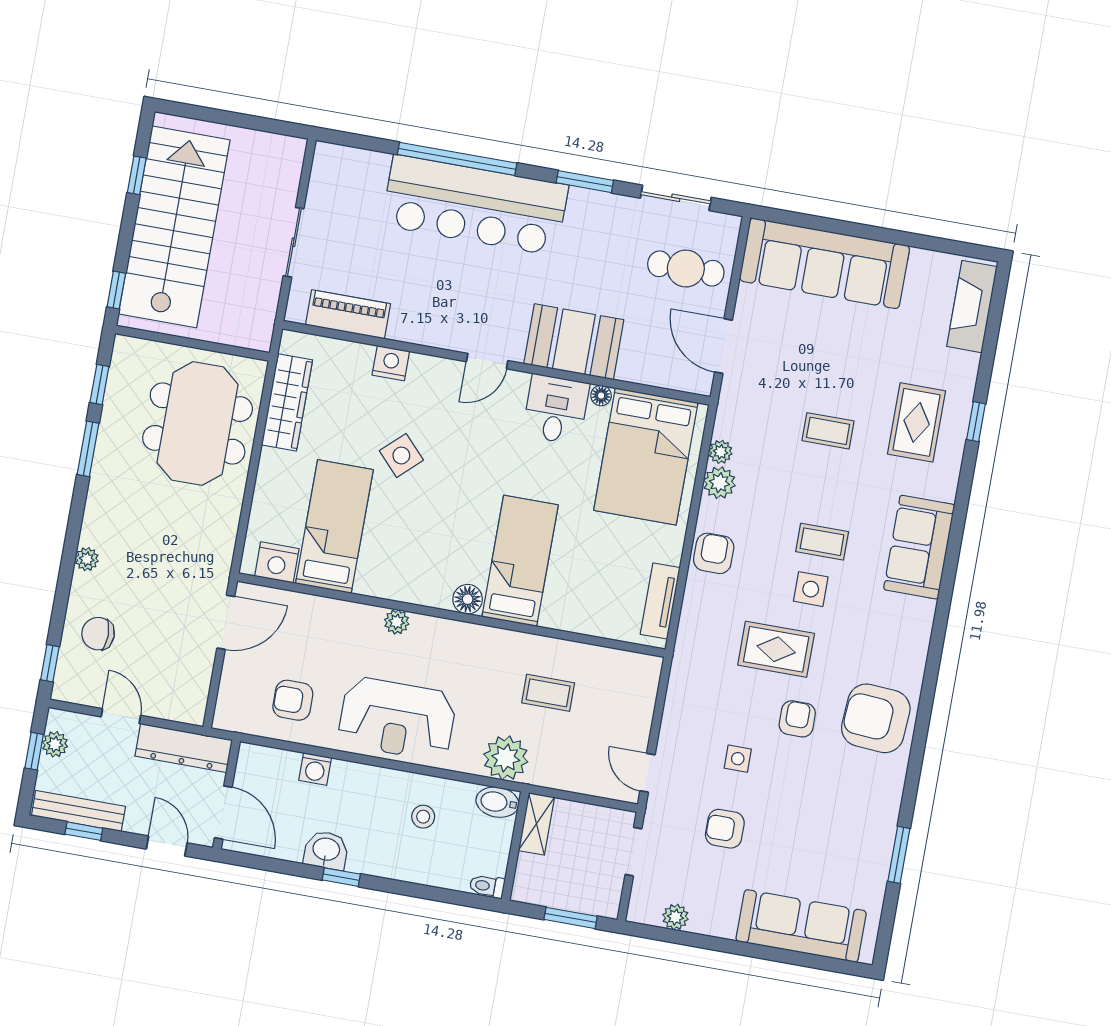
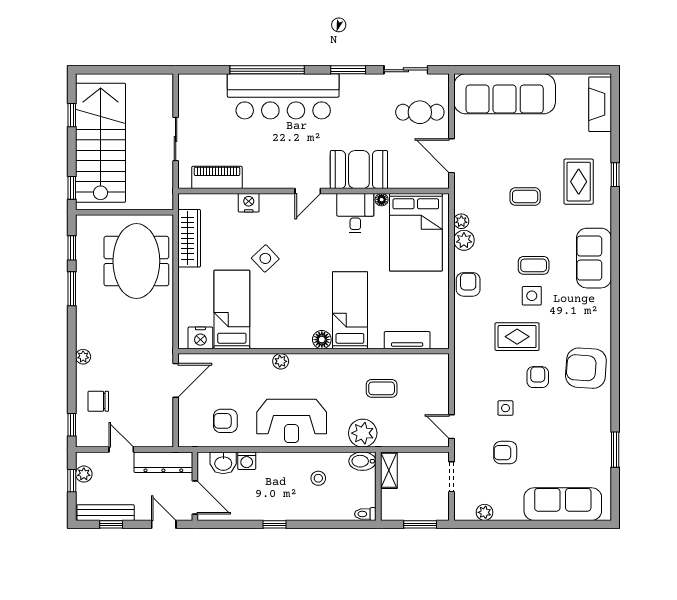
tv unit: (660, 601) -> (407, 340), moved, turned 90
washbasin: (326, 850) -> (223, 463), moved, turned 180

